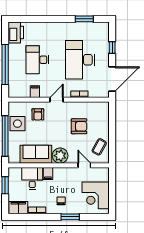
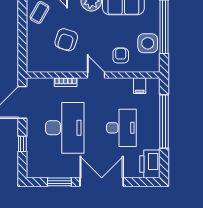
double door: (52, 19) -> (102, 182), added
filing cabinet: (35, 92) -> (140, 86), moved
door: (57, 100) -> (96, 75), swing flipped
armchair: (79, 126) -> (66, 40), turned -72

